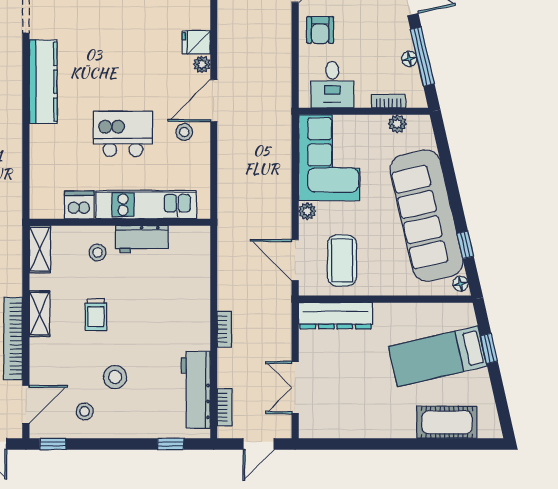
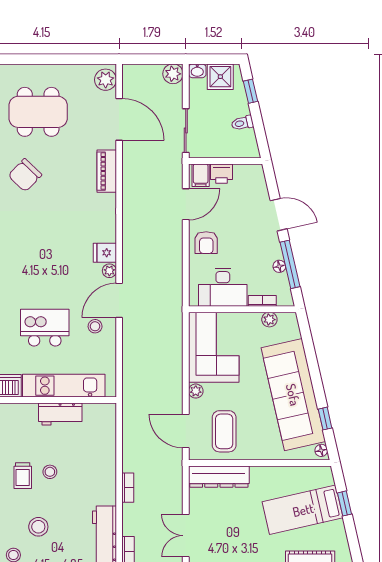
desk: (332, 85) -> (223, 287), width x1.37
stool: (98, 253) -> (50, 472), moved

